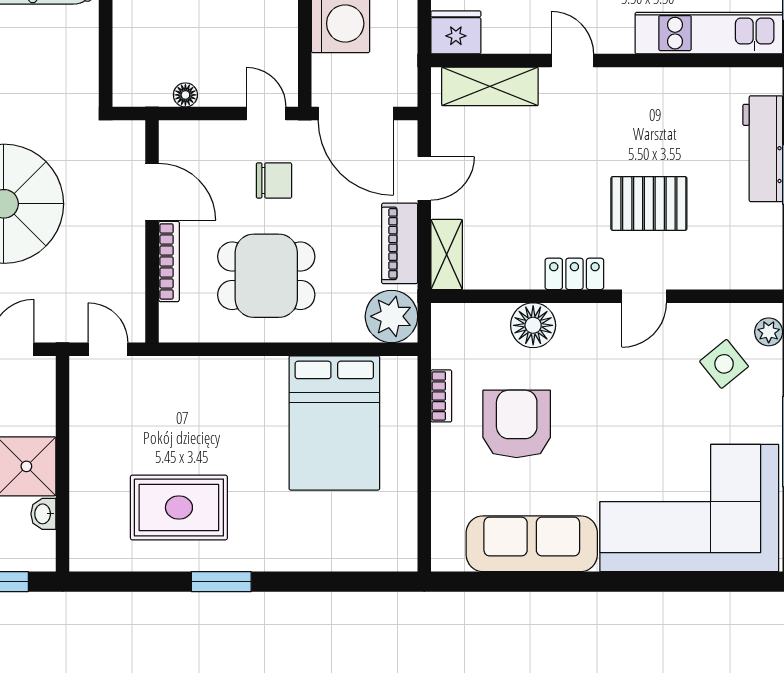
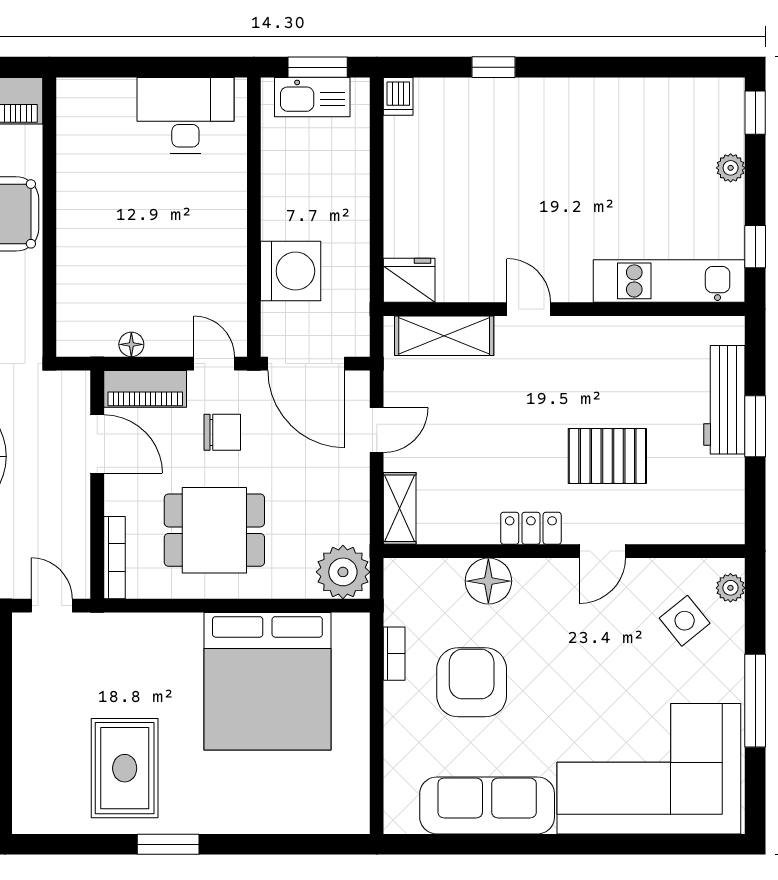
piano: (400, 243) -> (145, 389), moved, turned -90
bookcase: (169, 261) -> (114, 558), moved
bed: (334, 423) -> (267, 681), width x1.36
rug: (179, 508) -> (125, 768), turned 90

